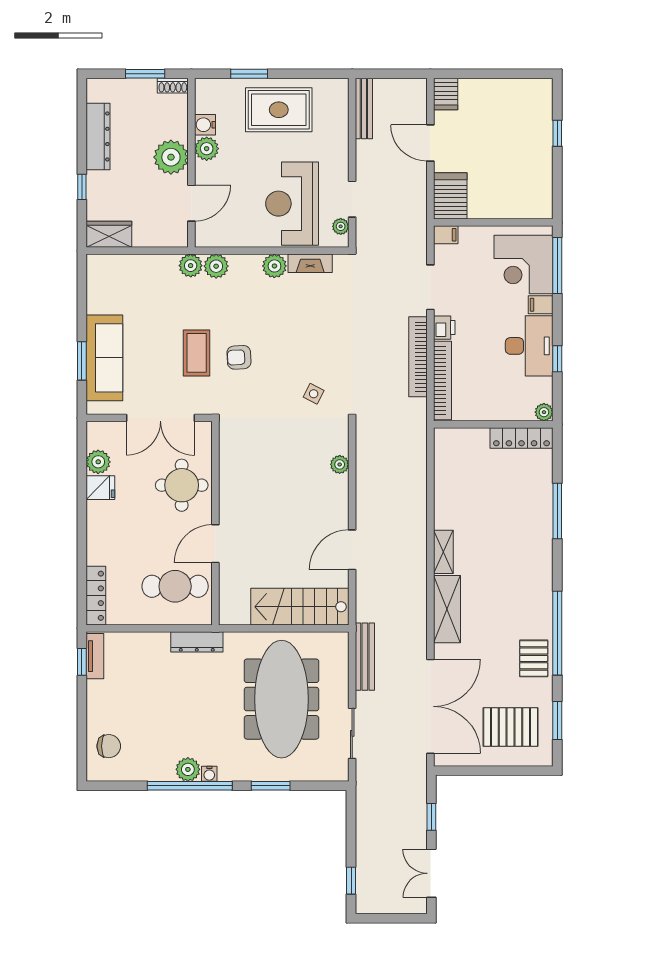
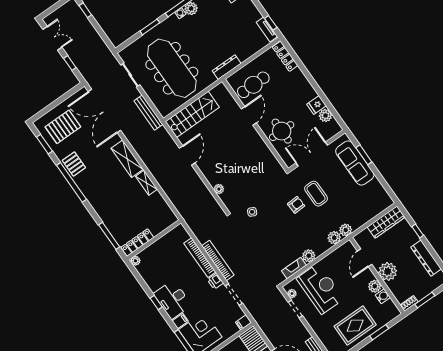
wardrobe: (109, 234) -> (386, 222), width x1.50
plant: (544, 412) -> (135, 261), moved
wall: (493, 424) -> (154, 240), moved
locker: (521, 438) -> (137, 242), moved

